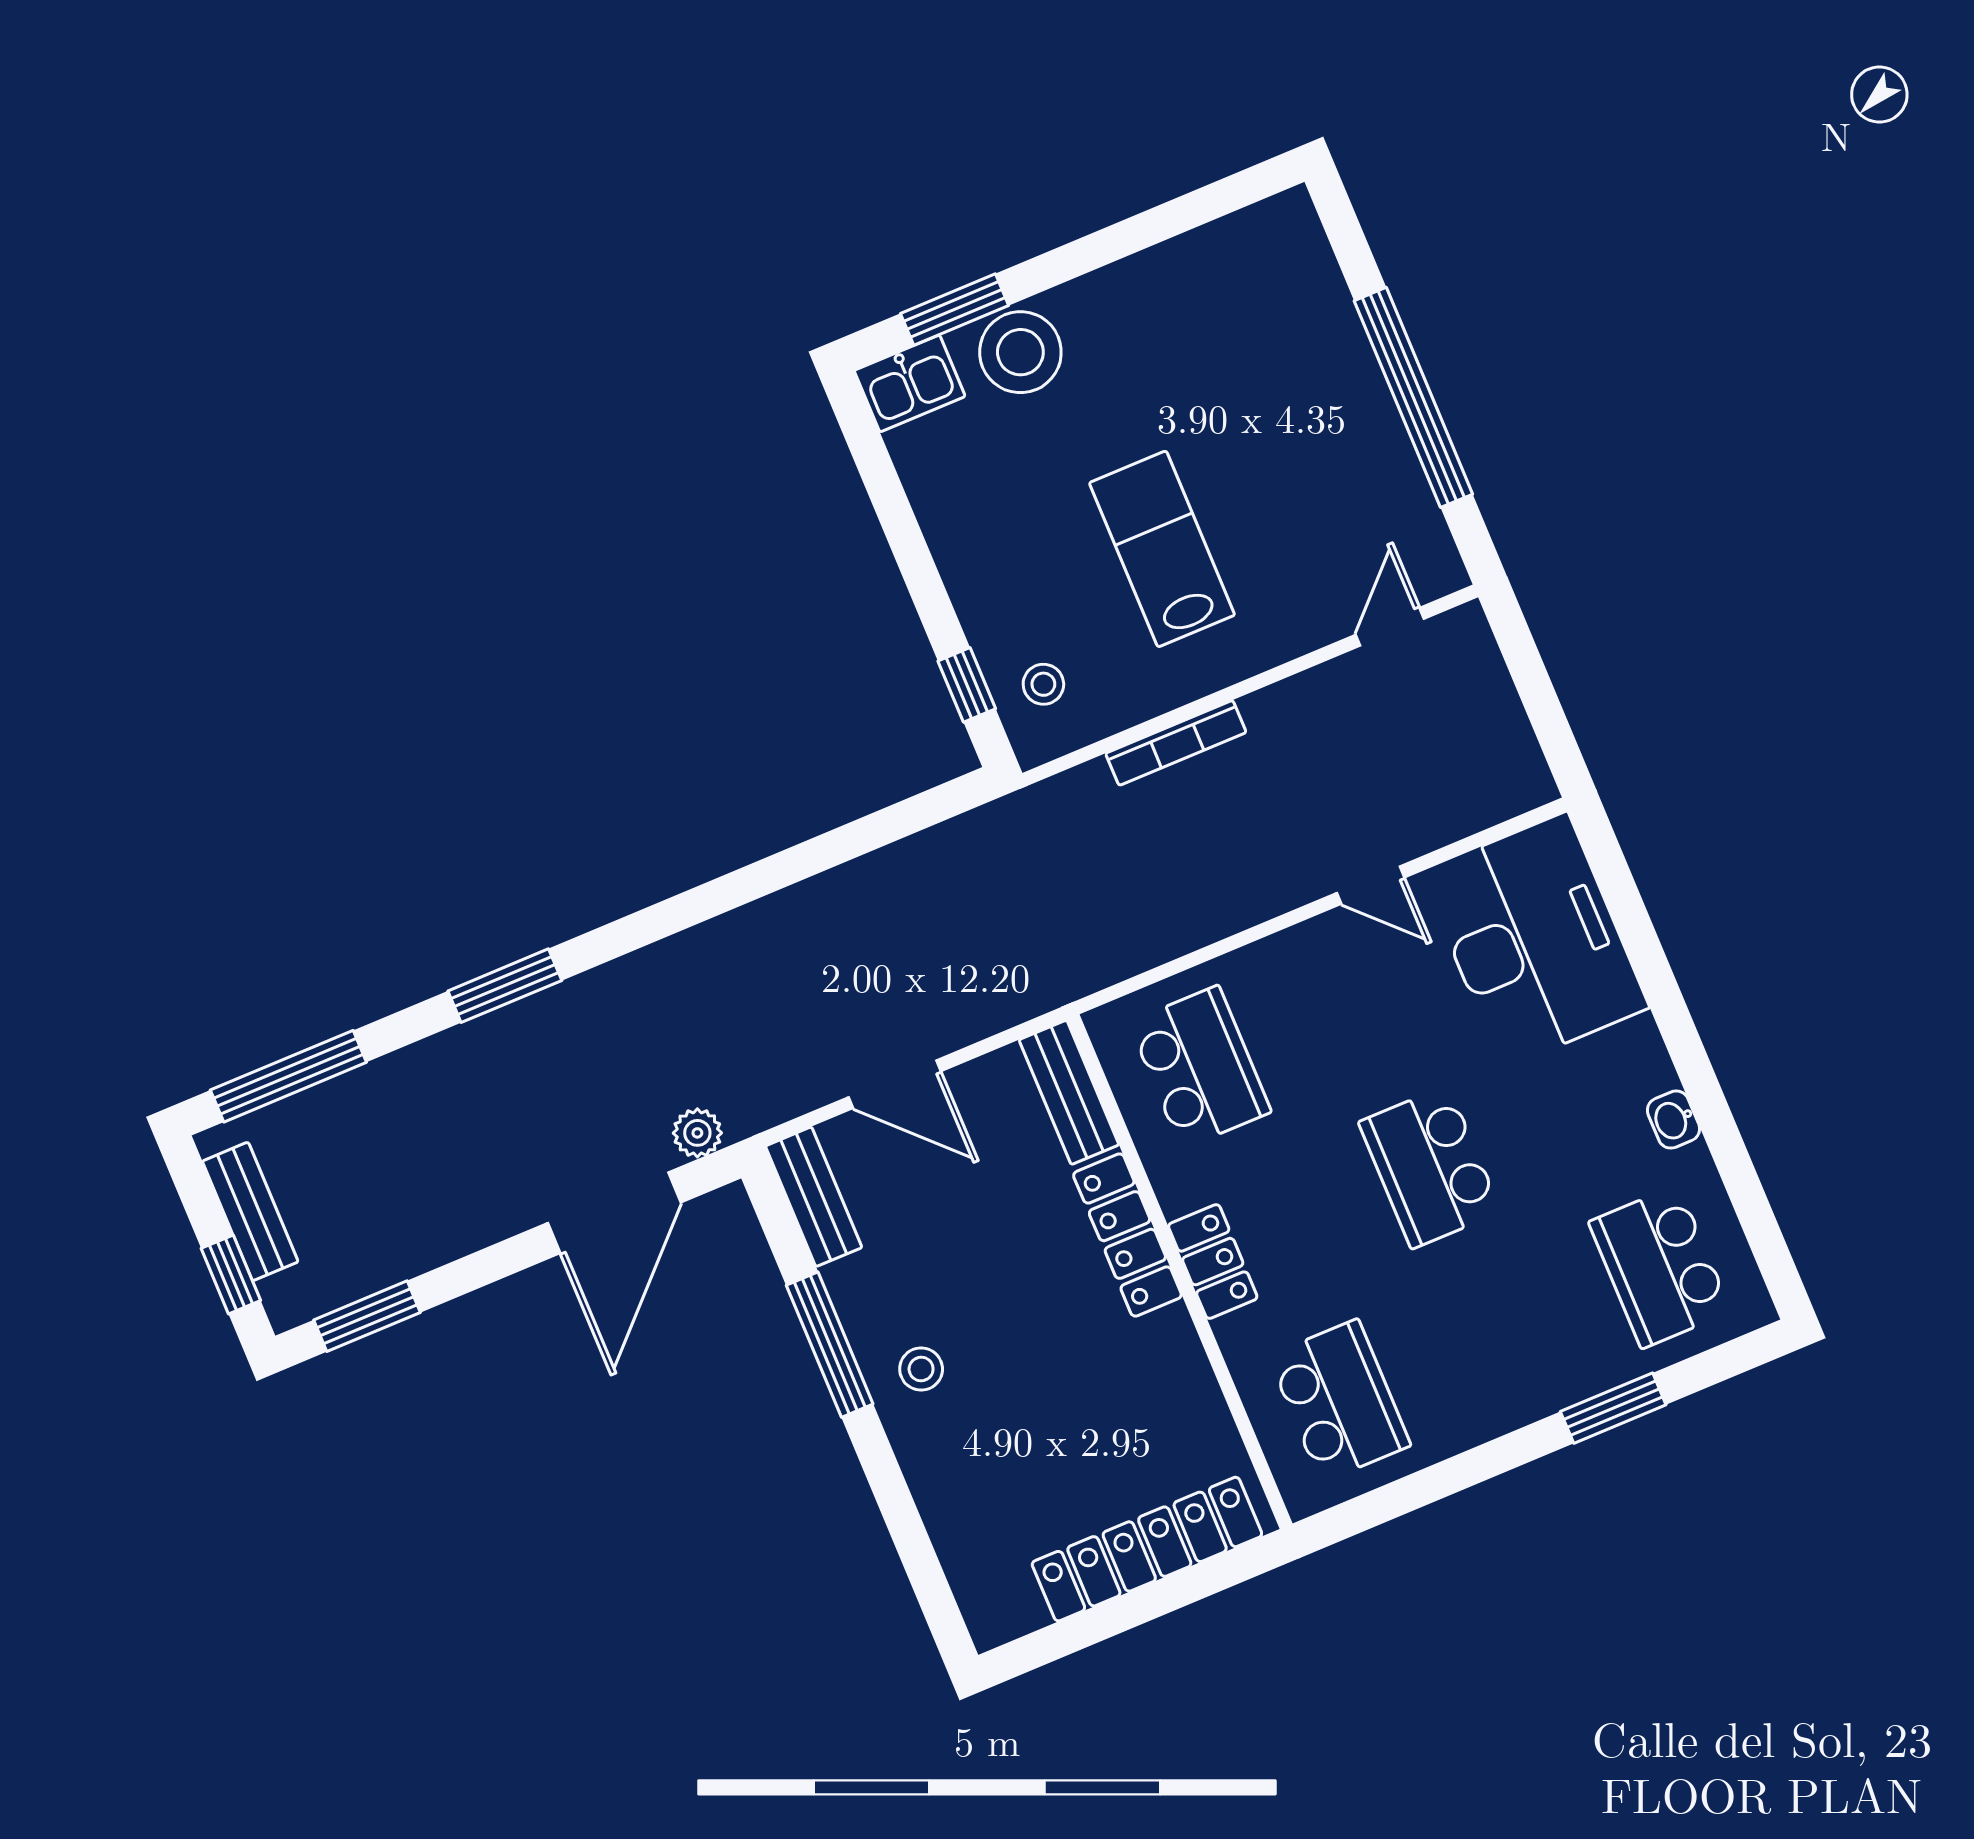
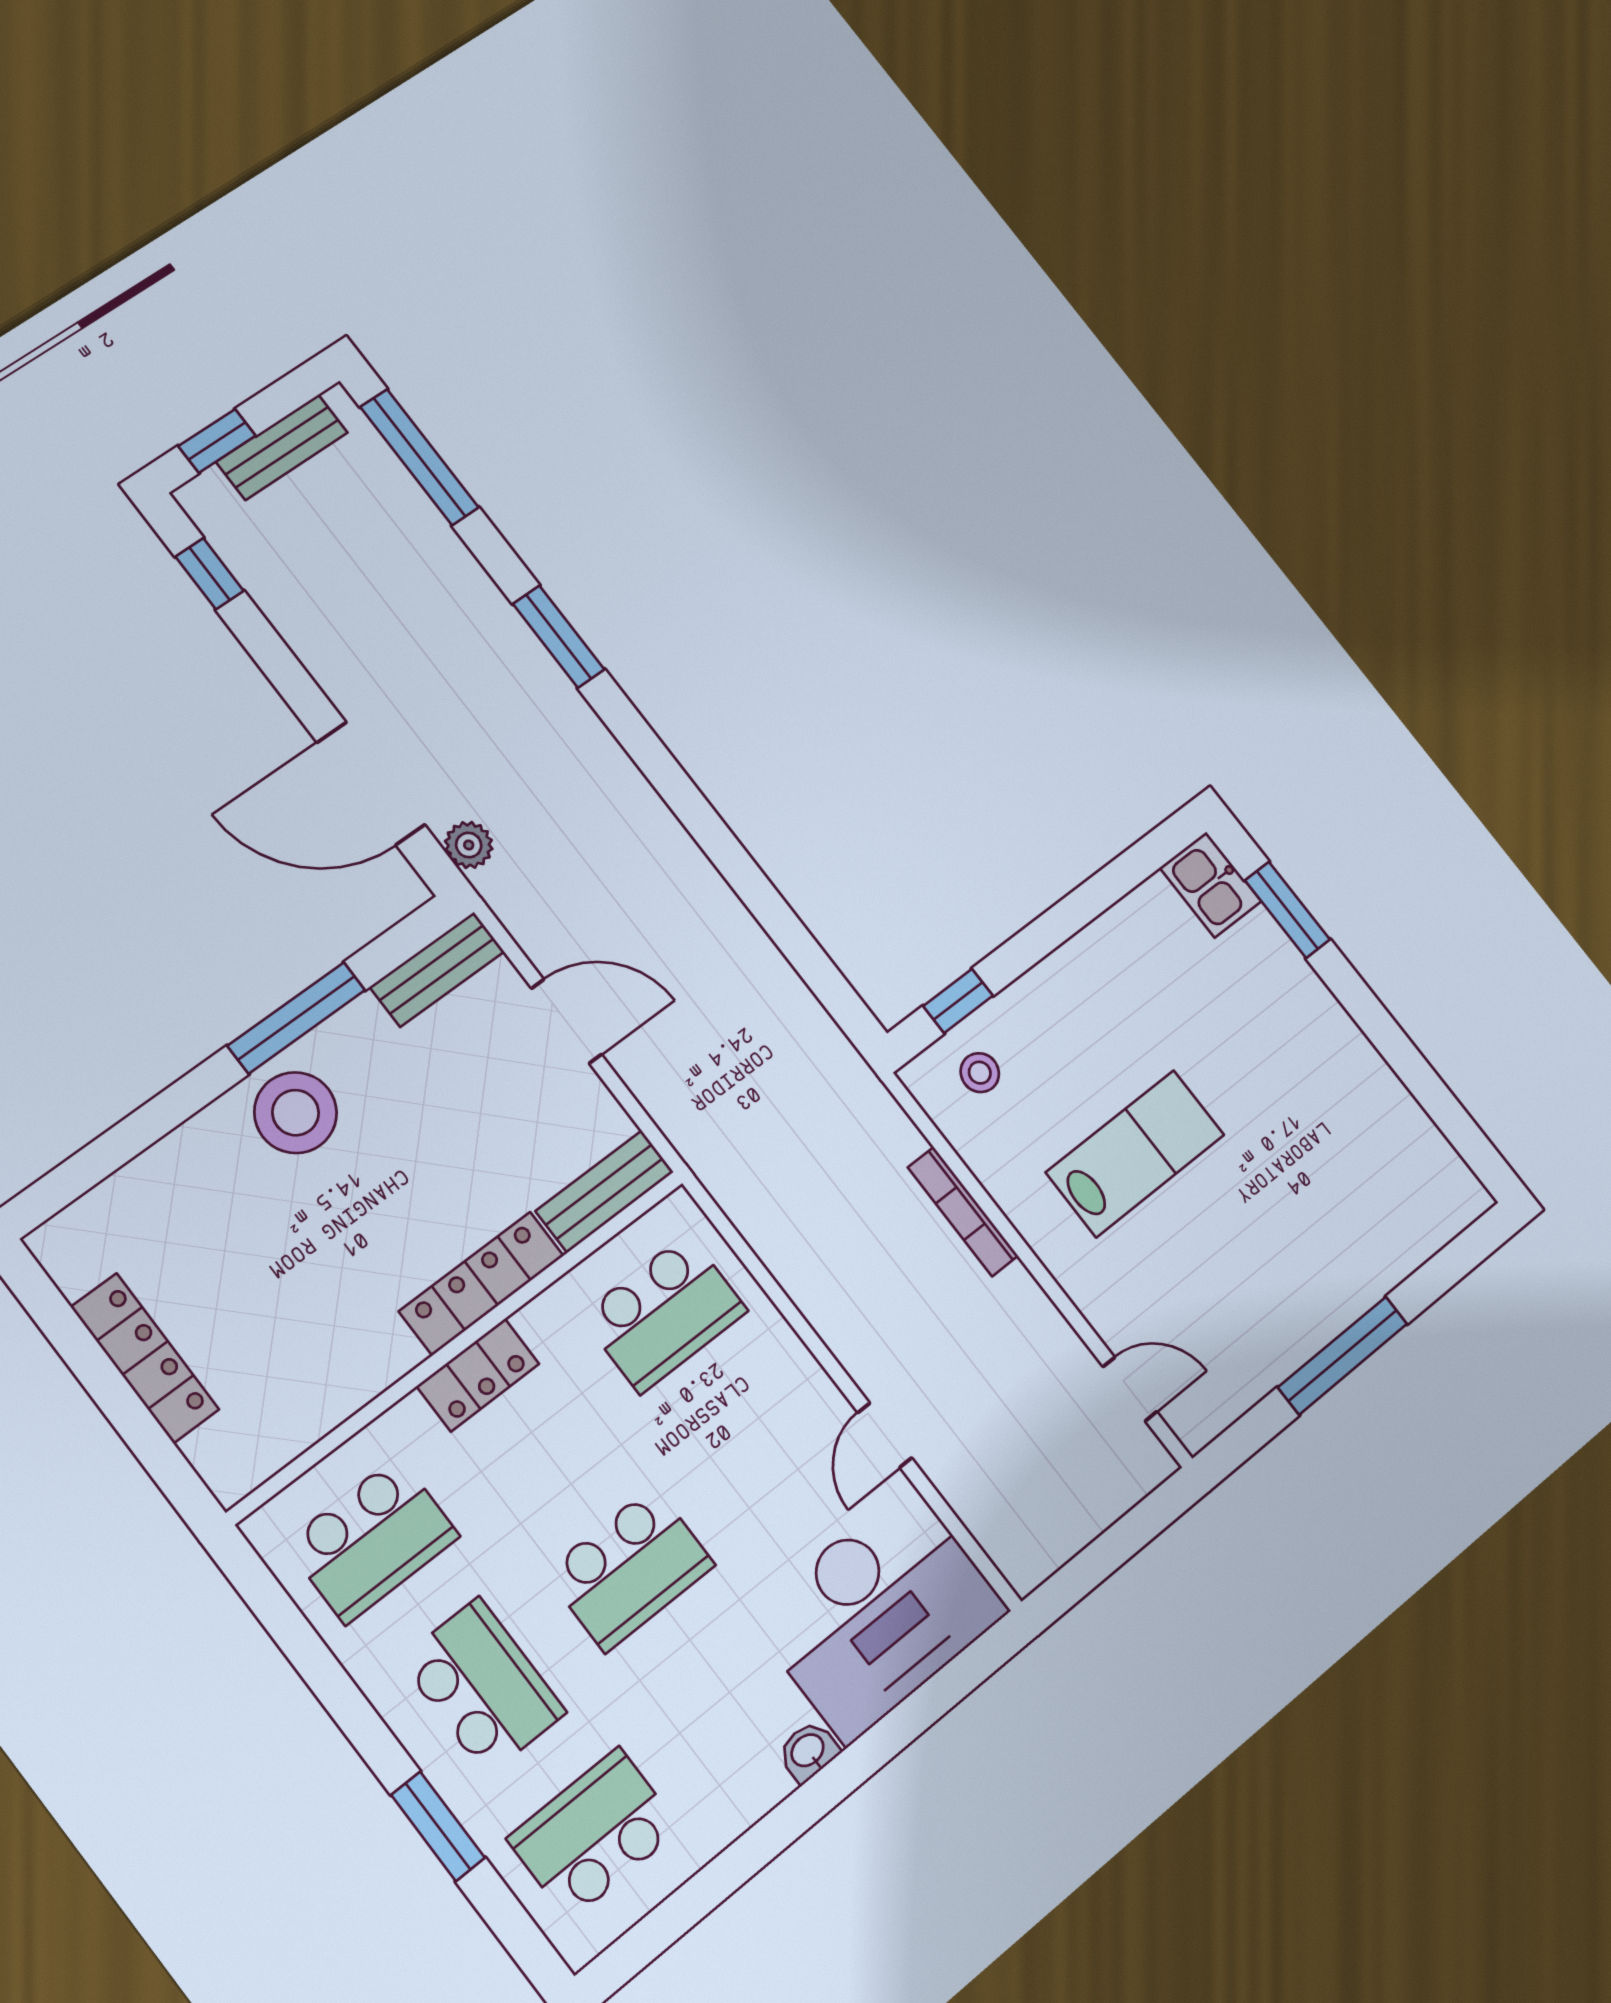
stool: (1020, 352) -> (1269, 979), removed
window: (1413, 397) -> (1343, 1356), width x0.68
door: (895, 1084) -> (566, 1021), swing flipped
washbasin: (1674, 1120) -> (808, 1751), moved
school desk: (1430, 1167) -> (630, 1569), turned 180
window: (367, 1316) -> (210, 574), width x0.67
school desk: (1500, 1334) -> (483, 1686), added
stool: (921, 1369) -> (296, 1113), width x1.89, depth x1.89
locker: (1147, 1549) -> (145, 1358), width x0.71, depth x0.83

